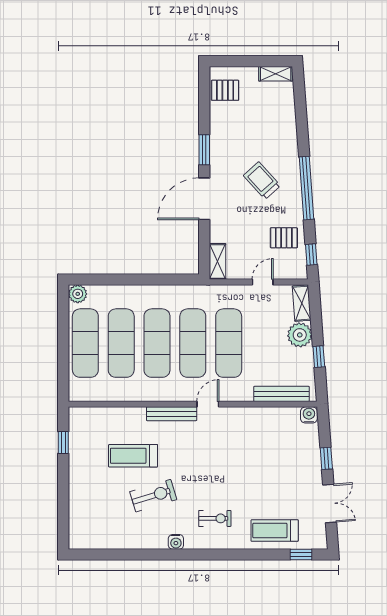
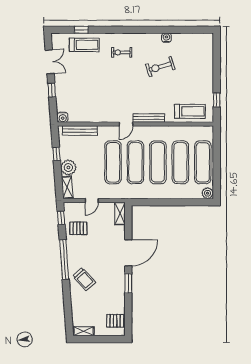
trolley: (262, 181) -> (84, 279), moved
treadmill: (133, 456) -> (190, 111), moved
double door: (330, 503) -> (50, 62), swing flipped
water cooler: (176, 542) -> (166, 38), moved
window: (301, 555) -> (81, 30), moved

